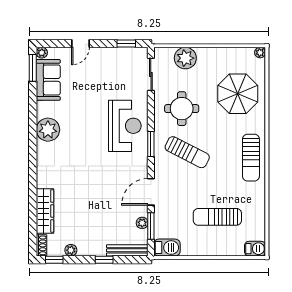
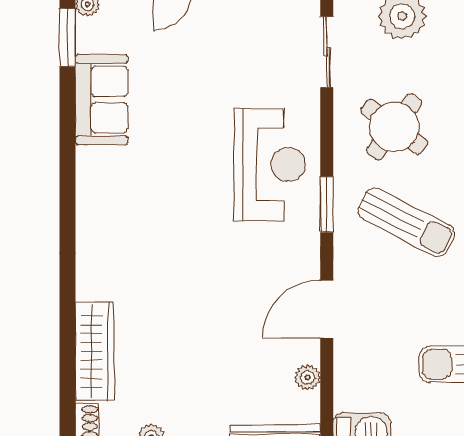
sofa: (48, 80) -> (101, 100), moved
round table: (182, 109) -> (394, 127), turned 37
plant: (48, 130) -> (101, 173), removed
window: (151, 226) -> (327, 384), removed

